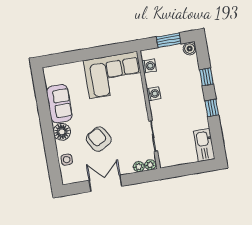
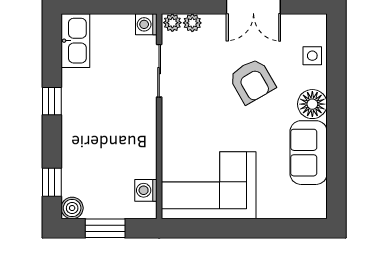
window: (206, 77) -> (52, 182), moved
washing machine: (154, 94) -> (146, 24), moved

